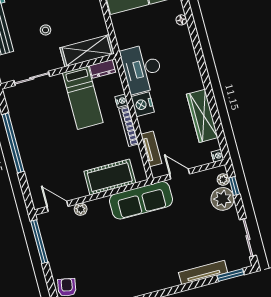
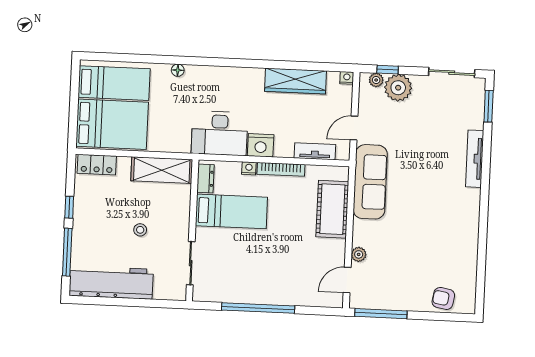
shelving: (87, 51) -> (162, 170), moved, turned 90
tv unit: (203, 272) -> (475, 159), moved

